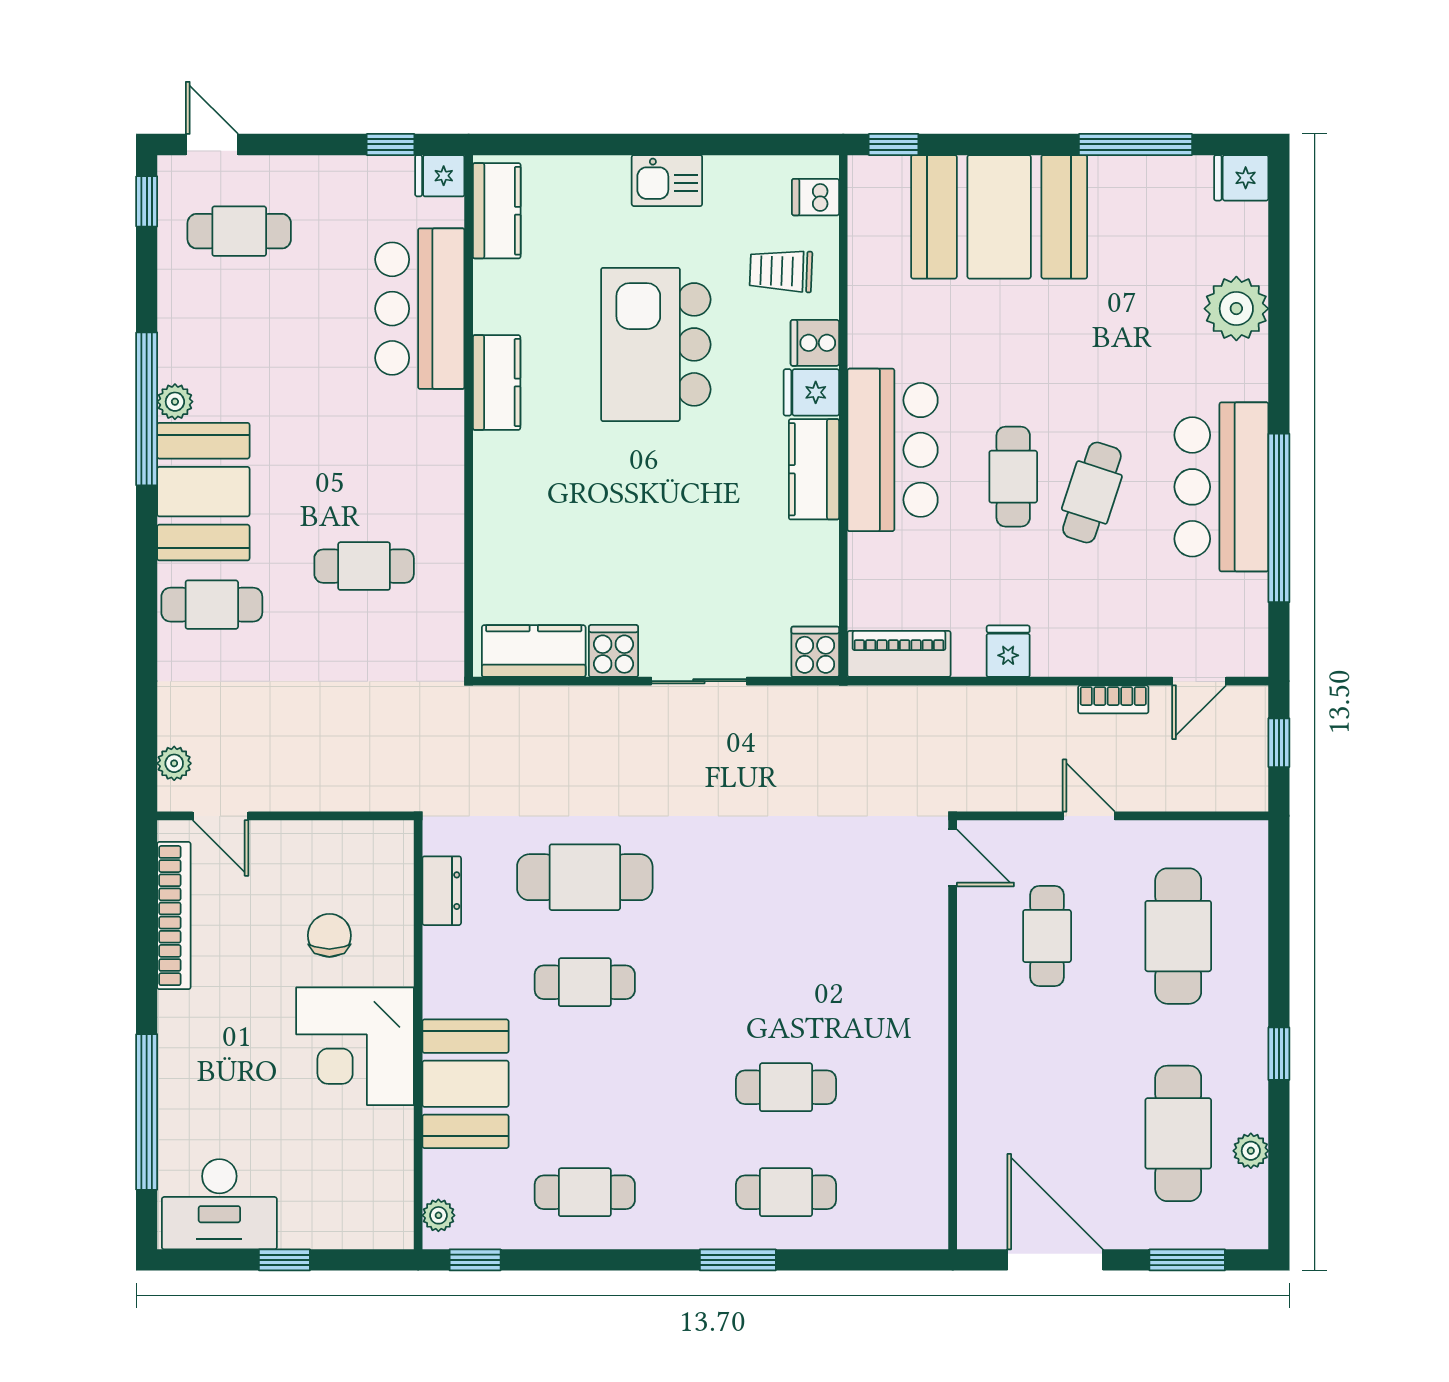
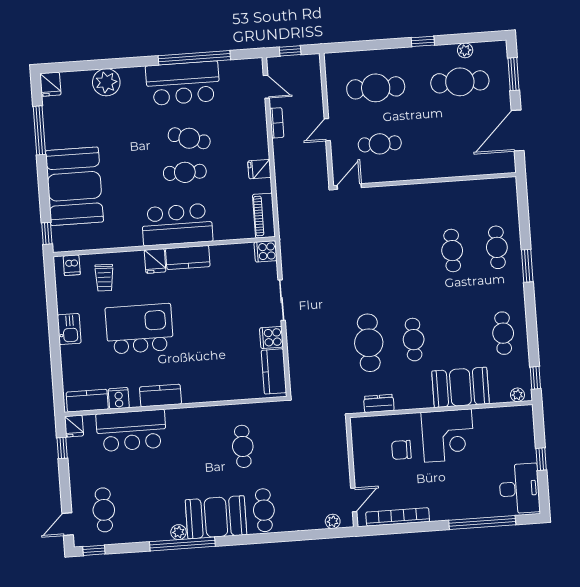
cooker: (815, 343) -> (119, 398), moved, turned 180
kitchen island: (656, 344) -> (139, 329), turned 180

